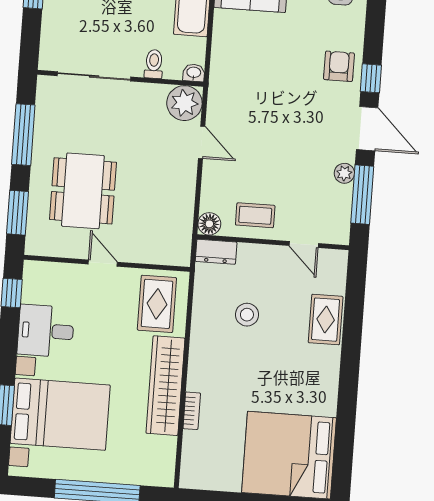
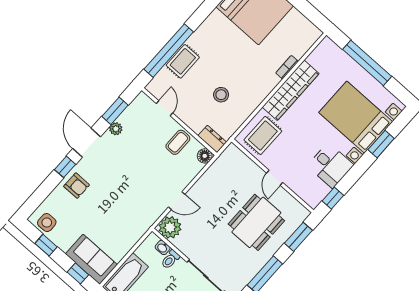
armchair: (339, 66) -> (77, 186), turned -90
washbasin: (194, 73) -> (163, 247), moved
door: (202, 142) -> (177, 201), swing flipped
window: (362, 195) -> (115, 111), width x0.69
coffee table: (255, 215) -> (178, 142), turned 90
window: (353, 319) -> (169, 51), added

